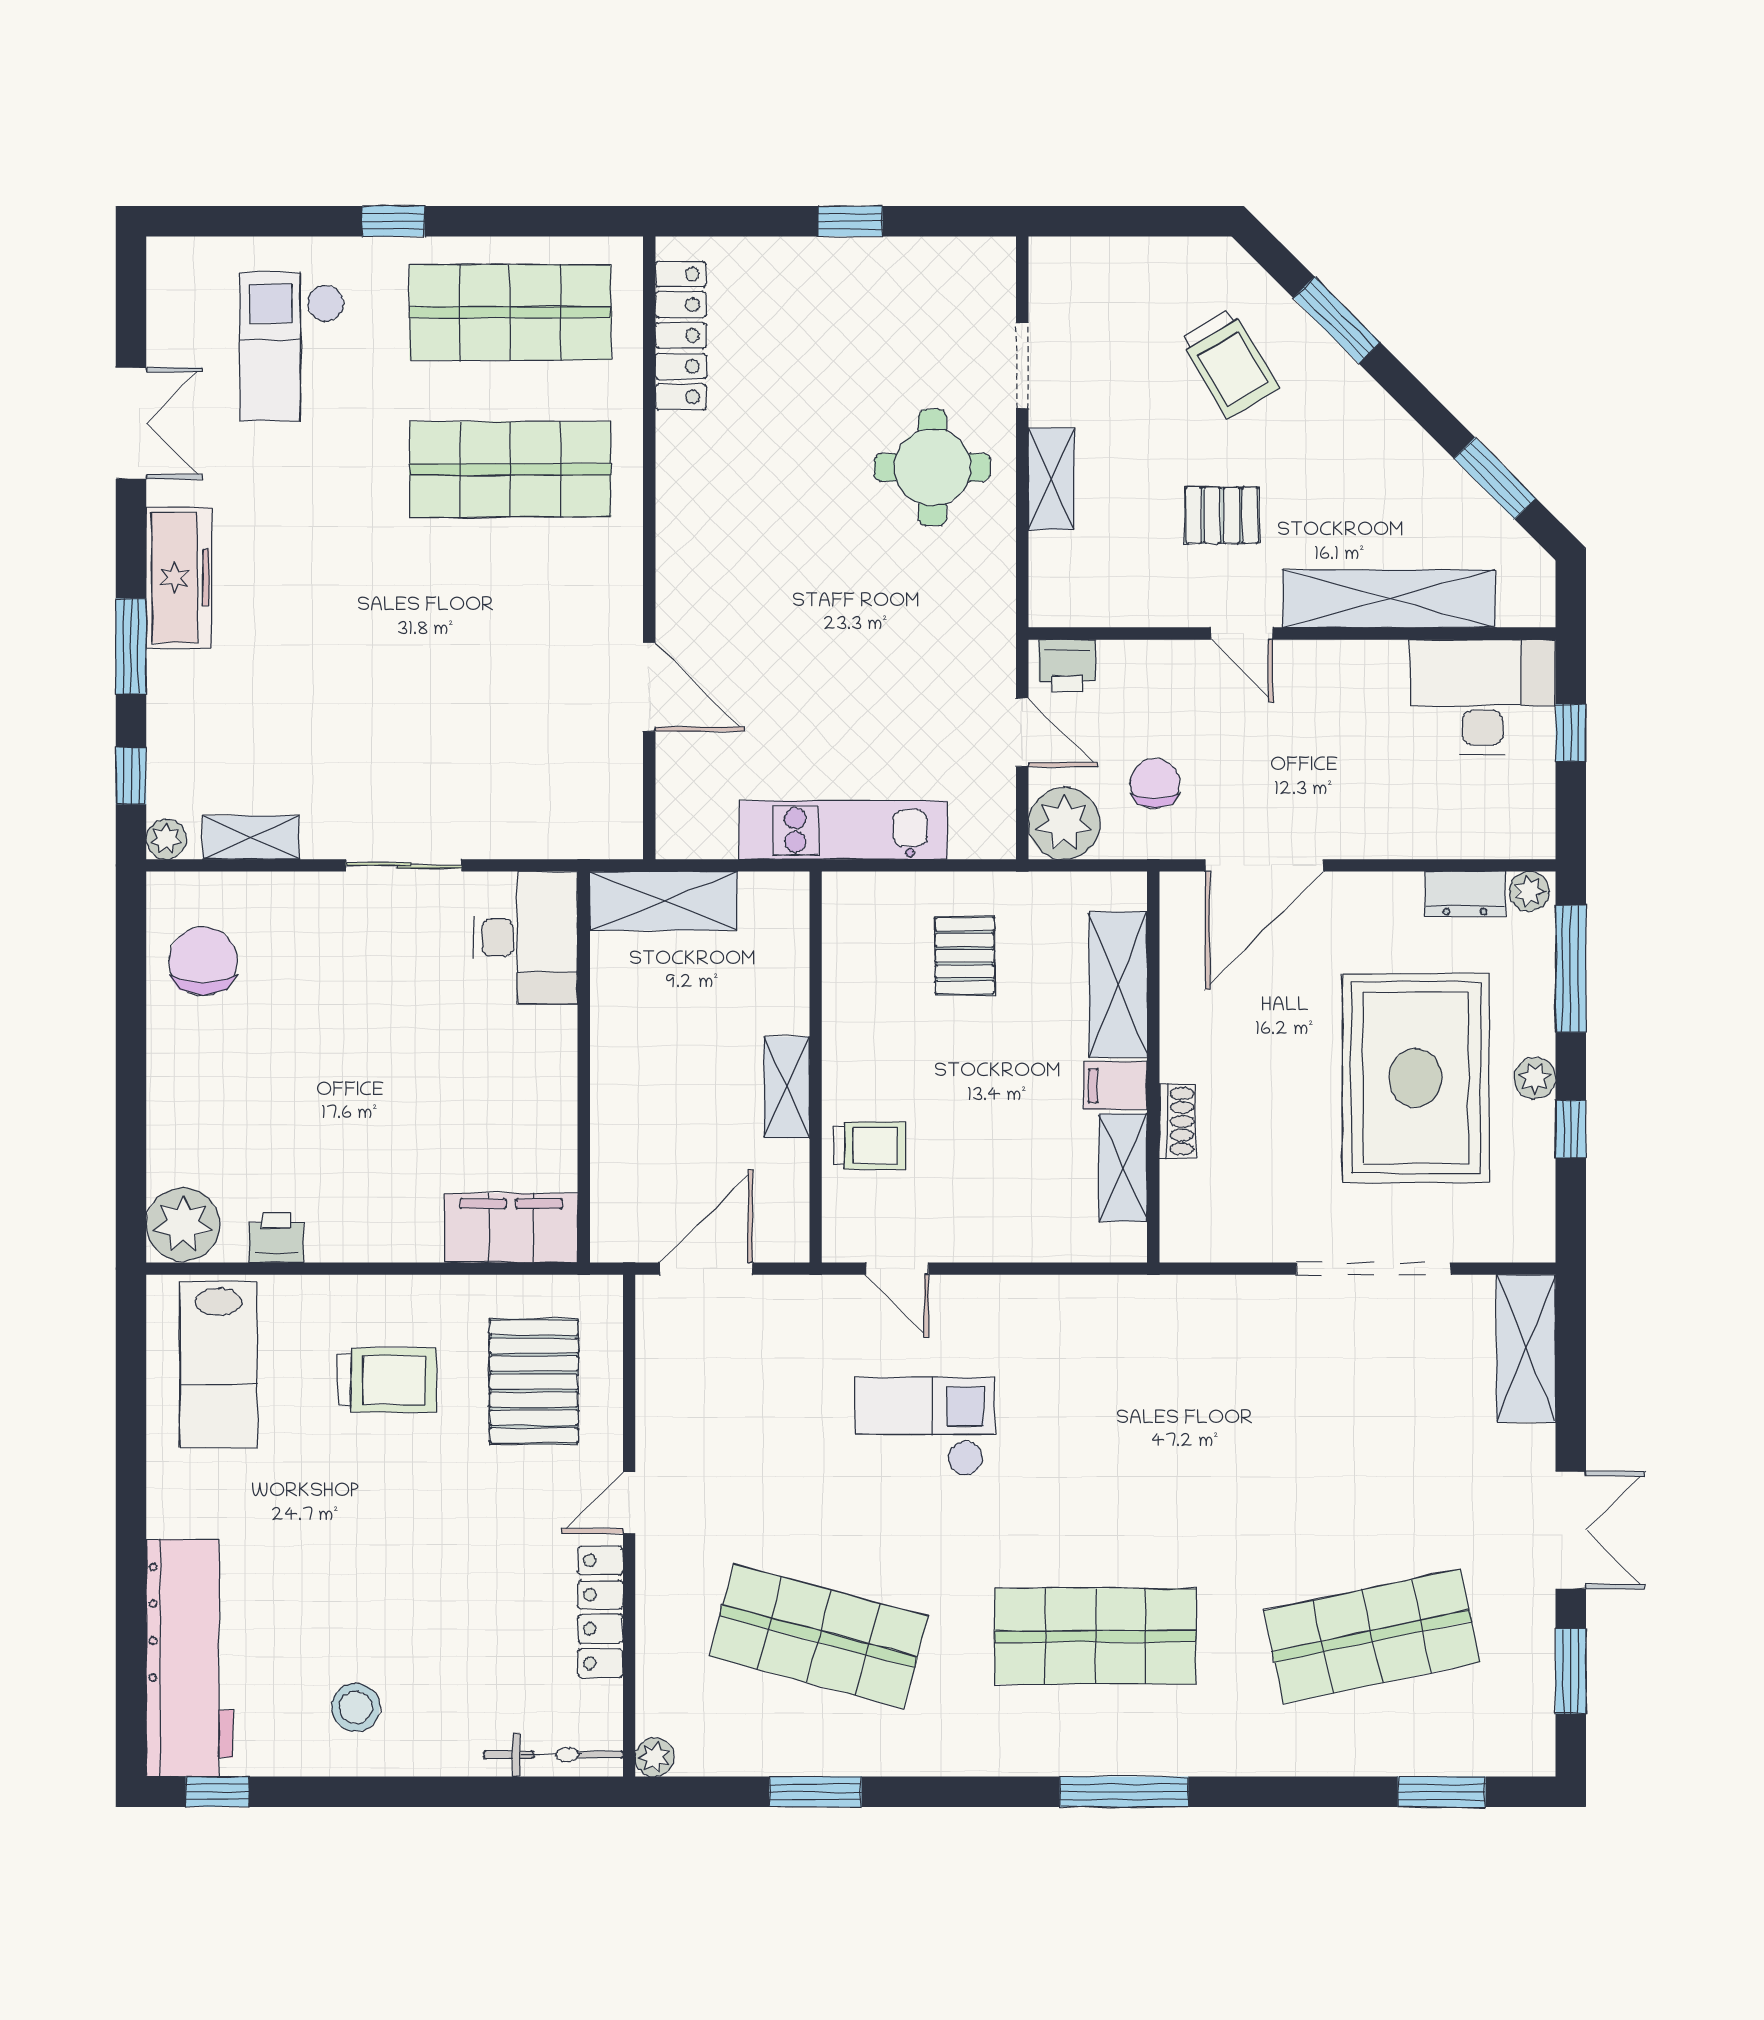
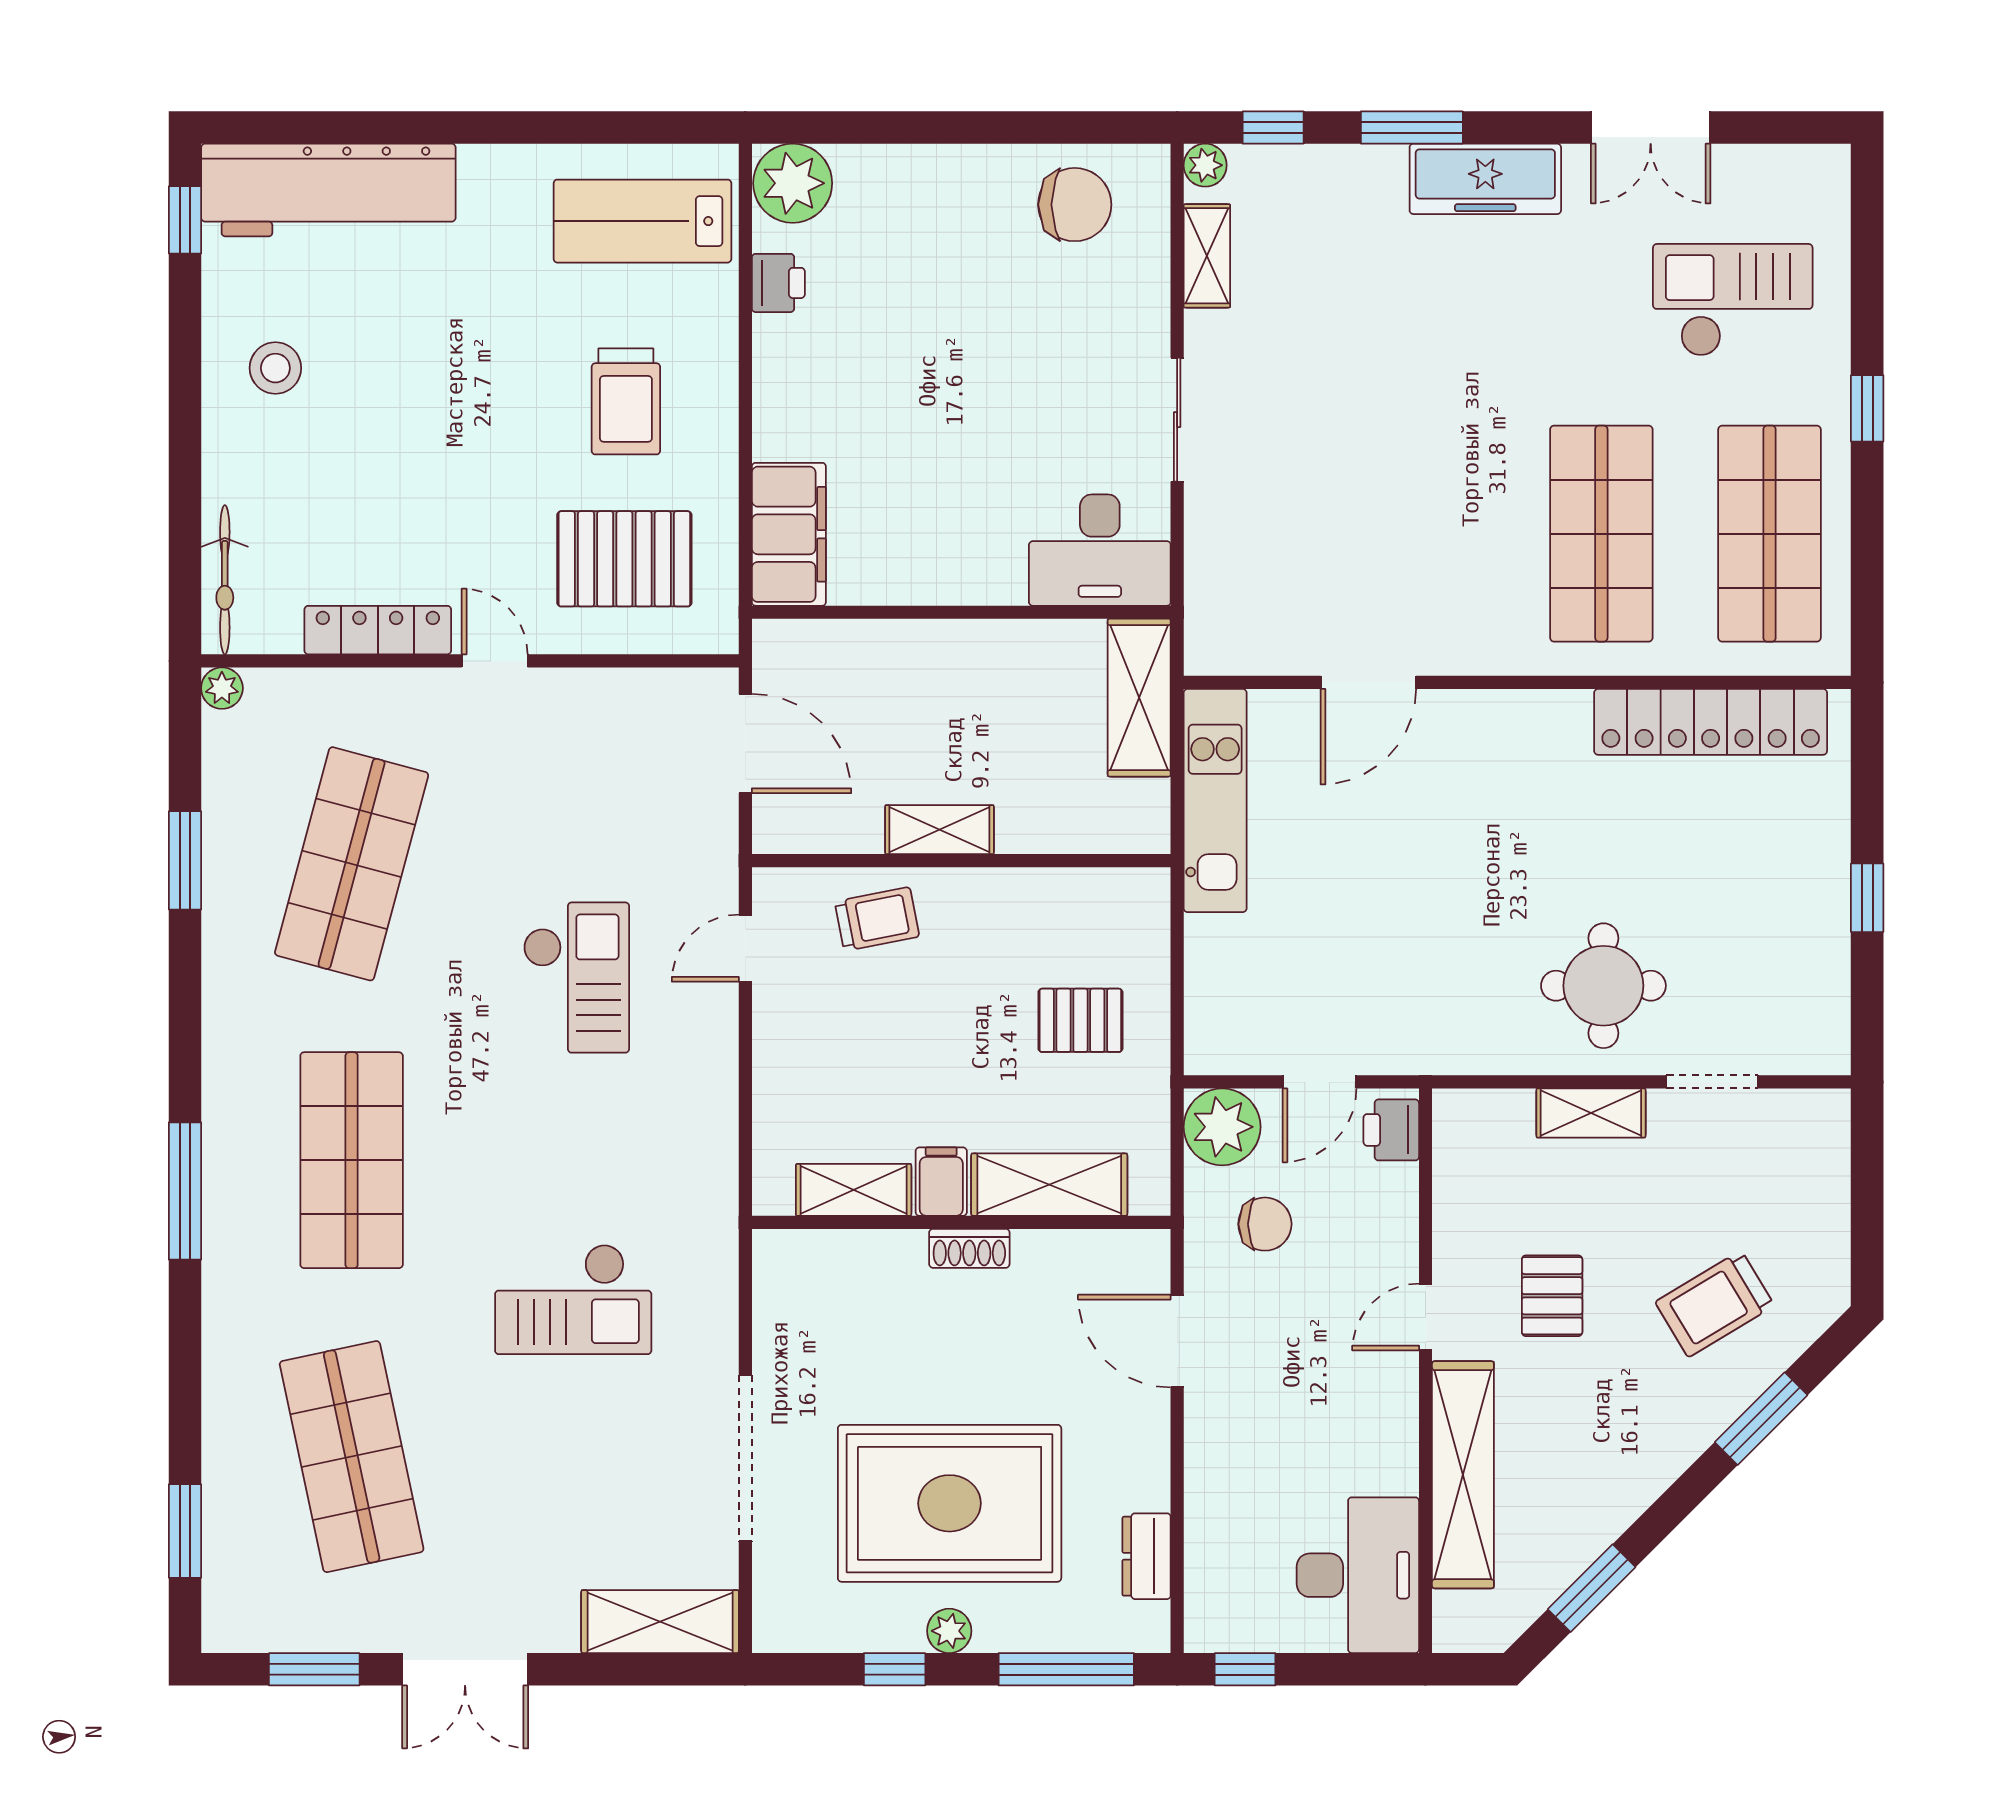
locker: (681, 335) -> (1711, 722), width x1.41, depth x1.21
window: (1571, 733) -> (1245, 1669), moved
kitchen unit: (843, 830) -> (1215, 801), moved
door: (1264, 865) -> (1177, 1341), width x0.73
plant: (1529, 891) -> (1149, 1625), removed
shoe rack: (1178, 1121) -> (969, 1248), moved
trolley: (870, 1146) -> (877, 919), turned -101
checkout: (1225, 1429) -> (573, 1299), added

